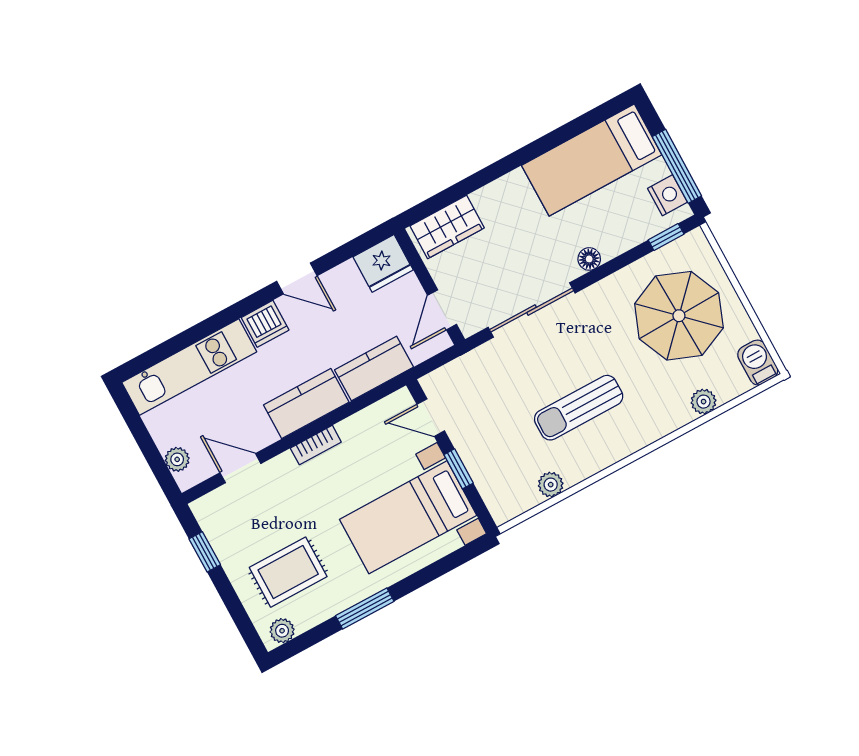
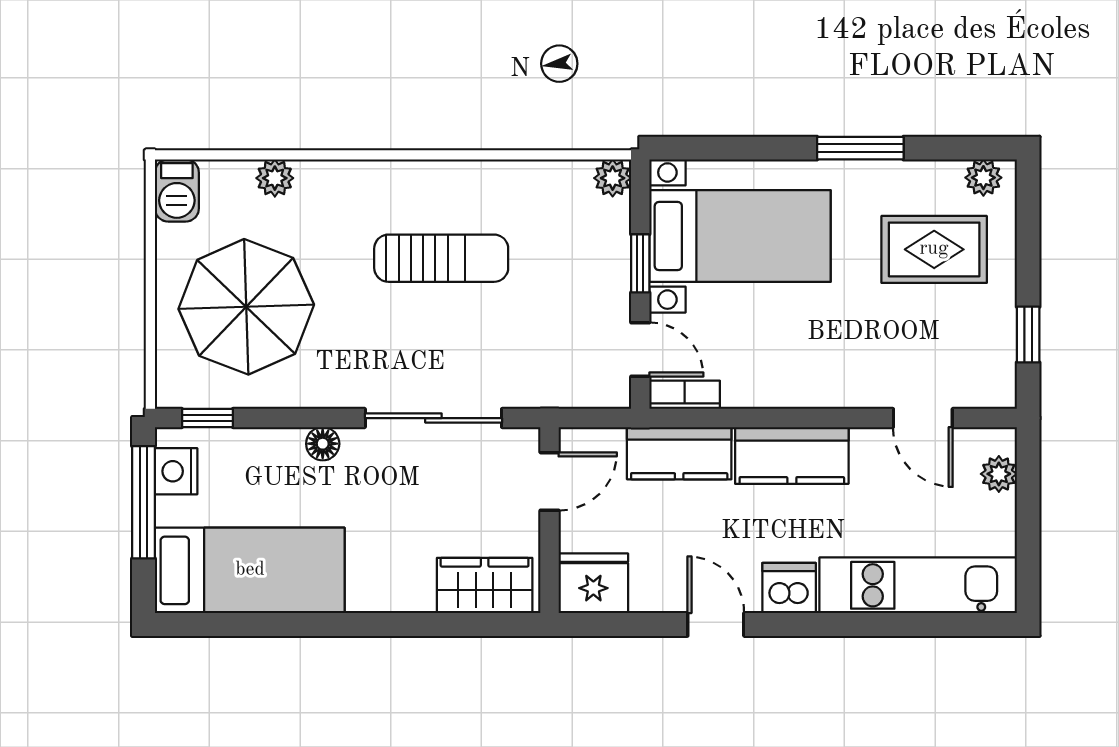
bookcase: (316, 445) -> (685, 395), moved
plant: (551, 485) -> (613, 178), moved

